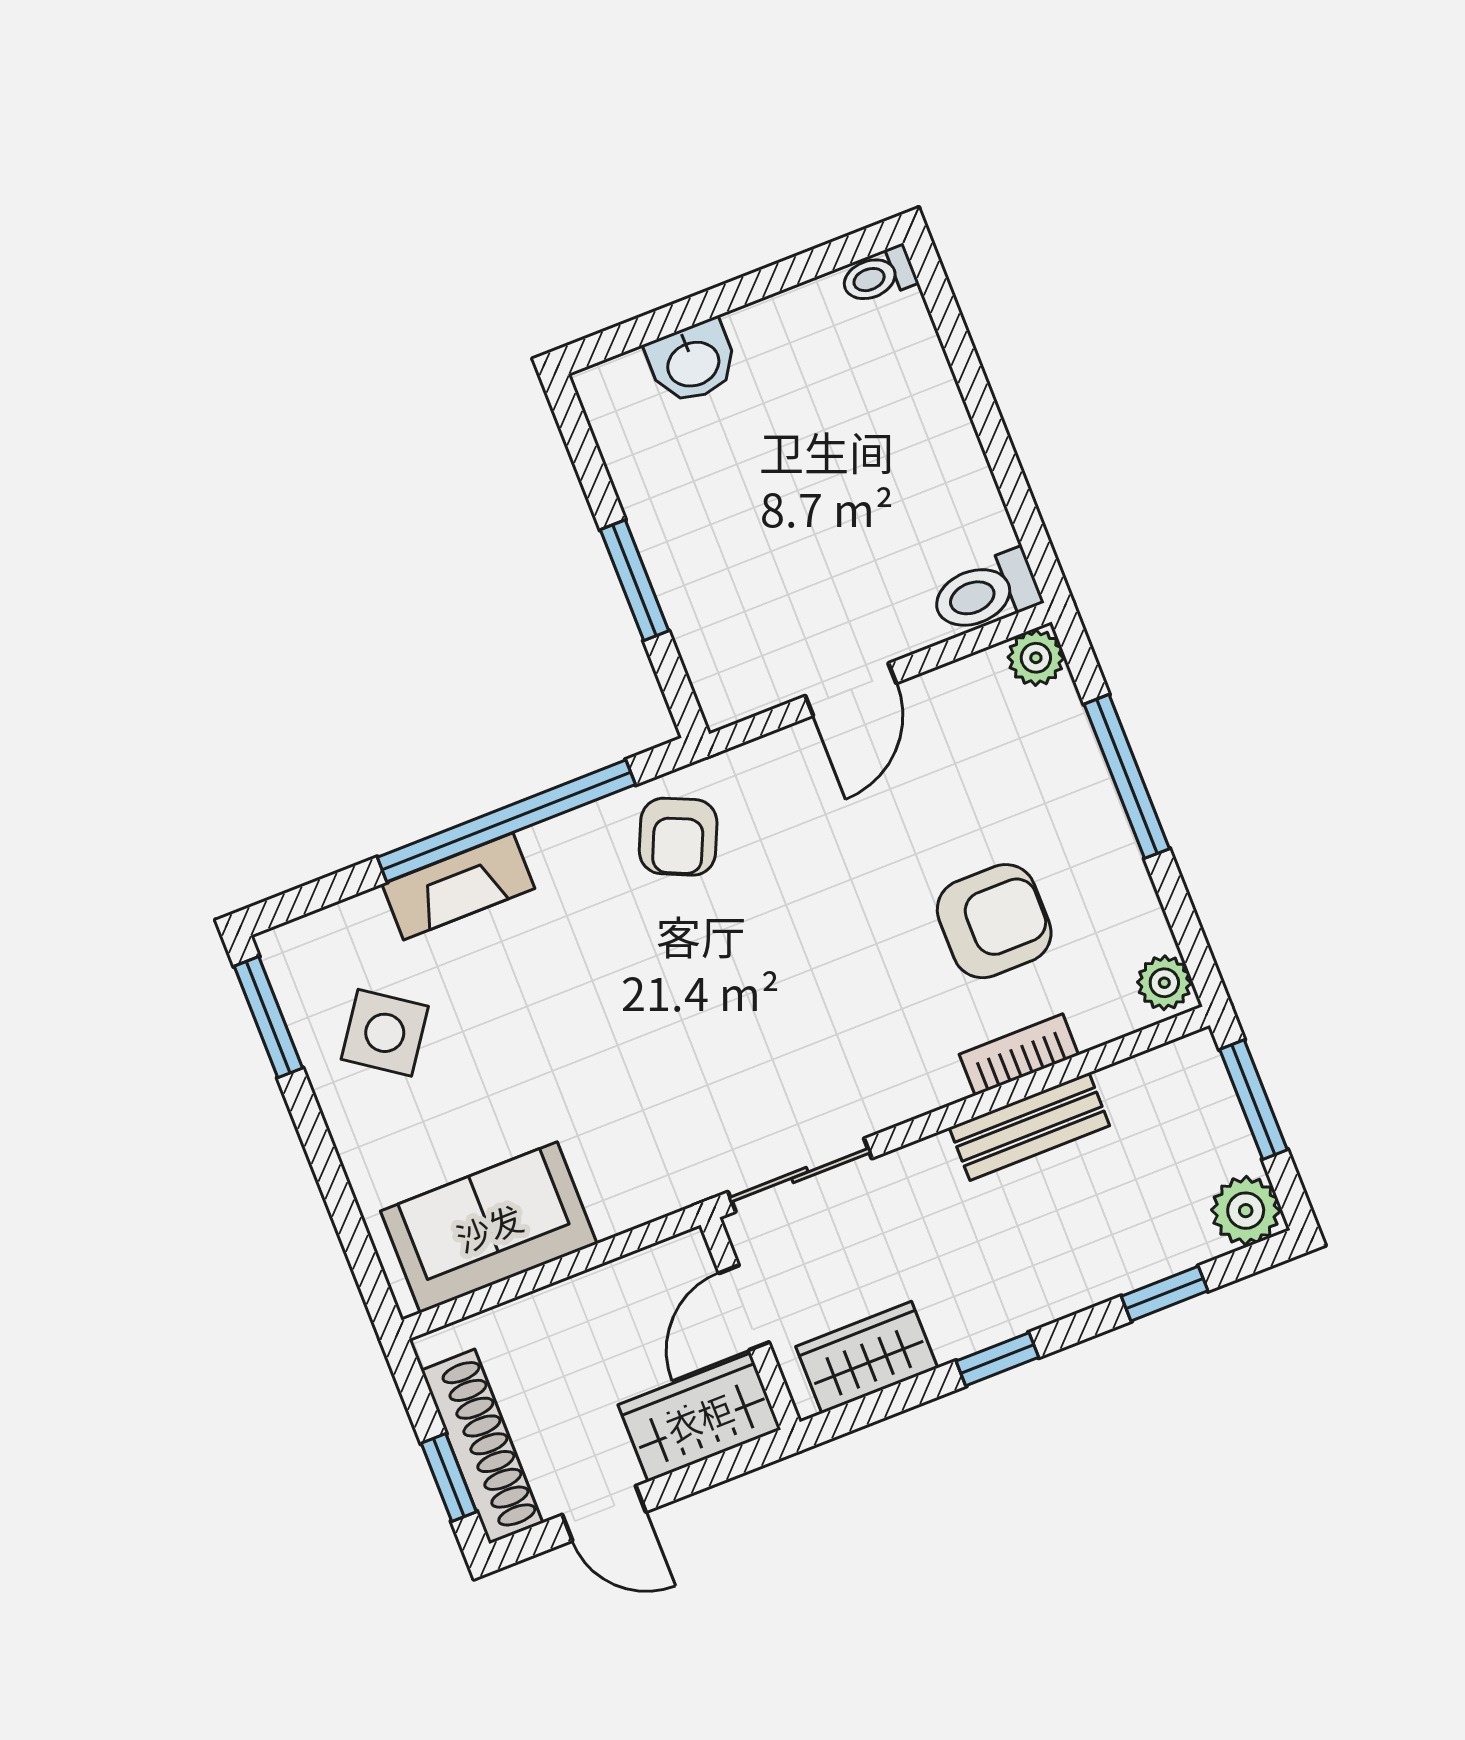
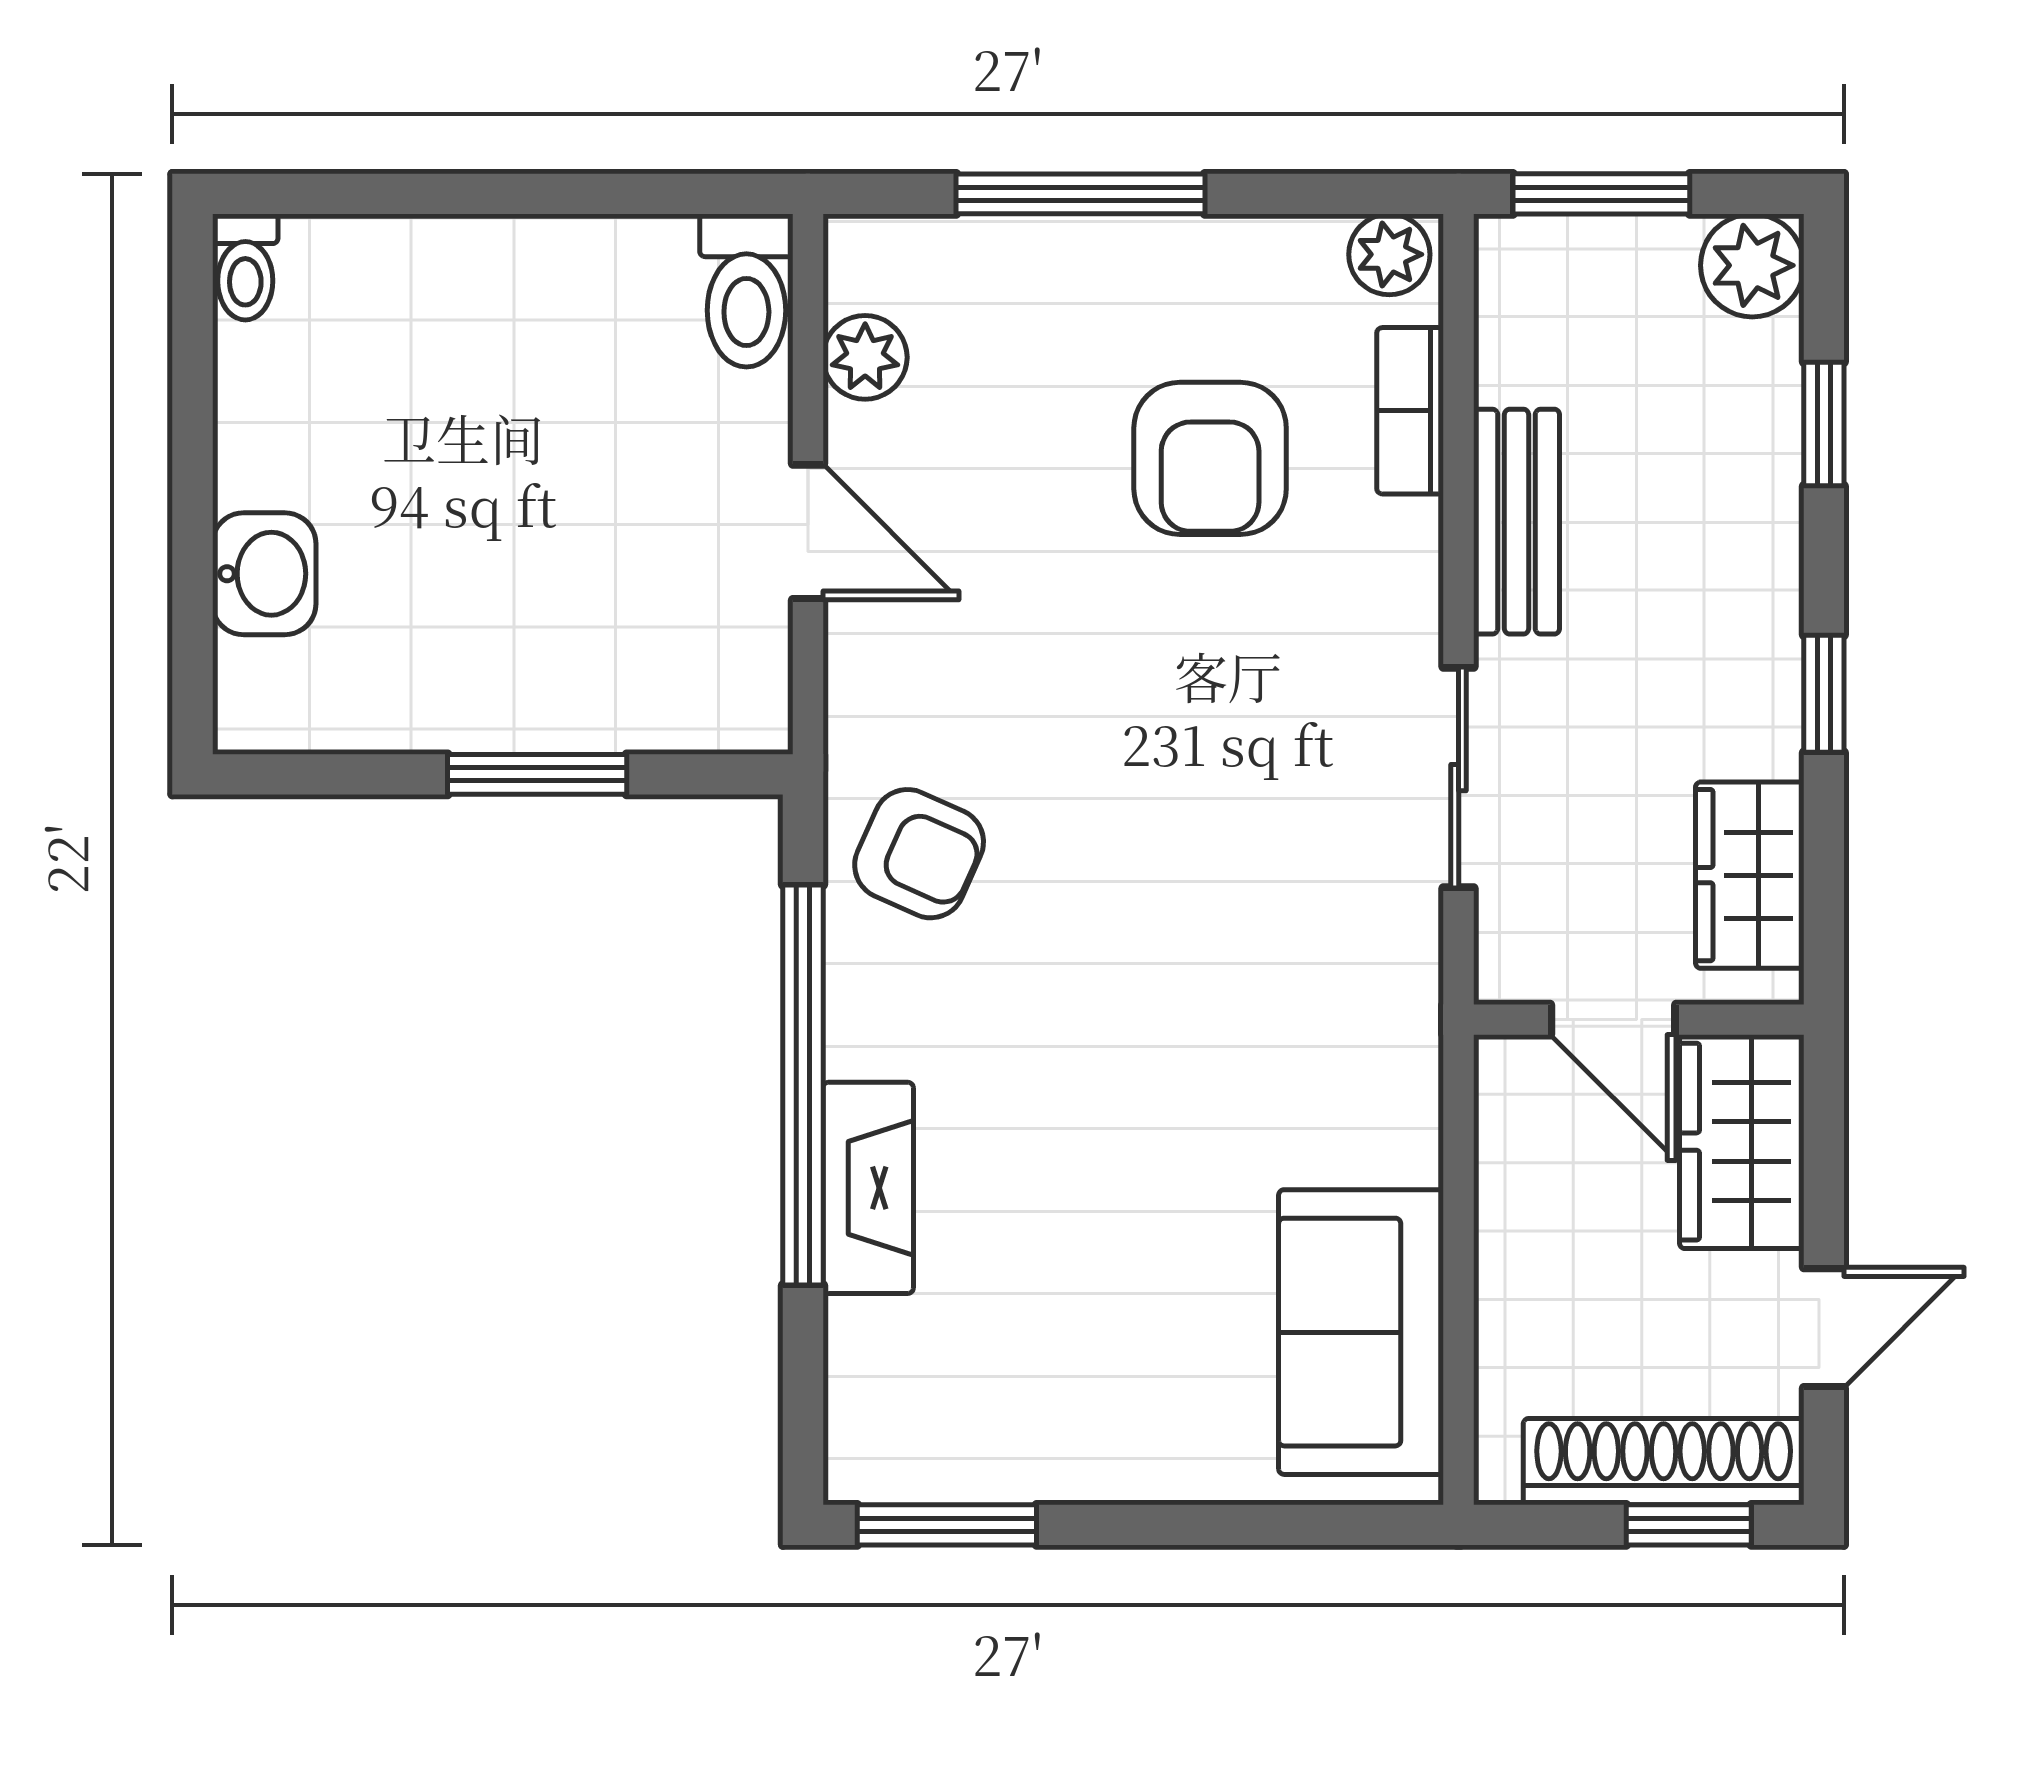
plant: (1036, 658) -> (865, 357), moved
armchair: (994, 921) -> (1210, 458), turned 180
side table: (385, 1033) -> (1032, 1371), removed
bookcase: (1019, 1055) -> (1410, 411), moved
sliding door: (800, 1175) -> (1459, 778), moved

